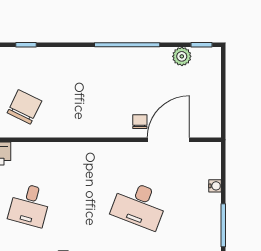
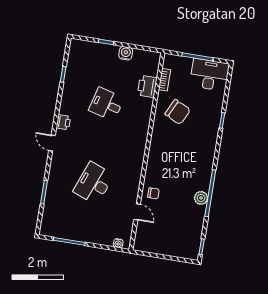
plant: (182, 56) -> (201, 198), moved
door: (168, 140) -> (137, 212), width x0.53
water cooler: (215, 186) -> (118, 243), moved

